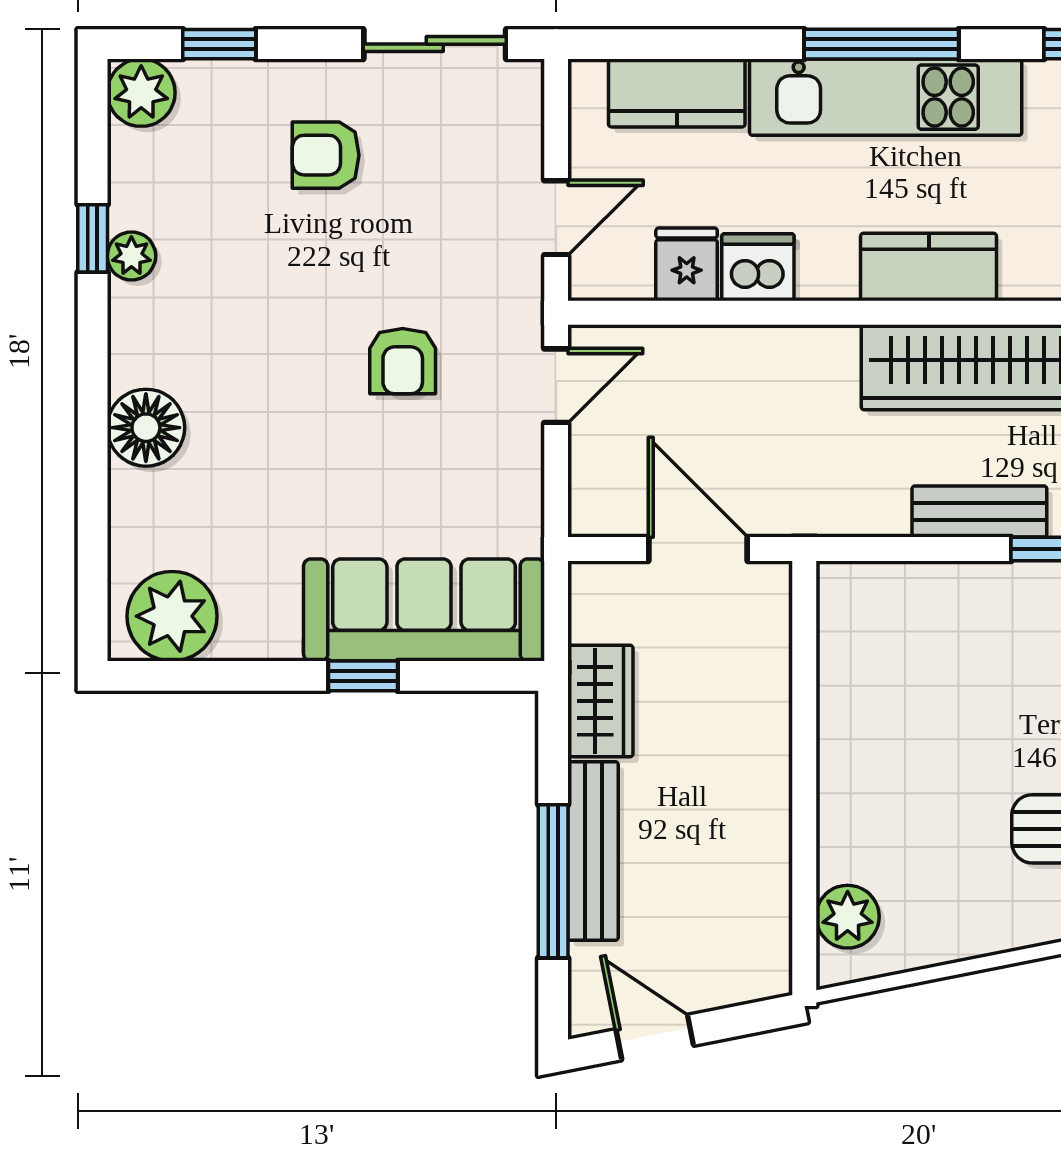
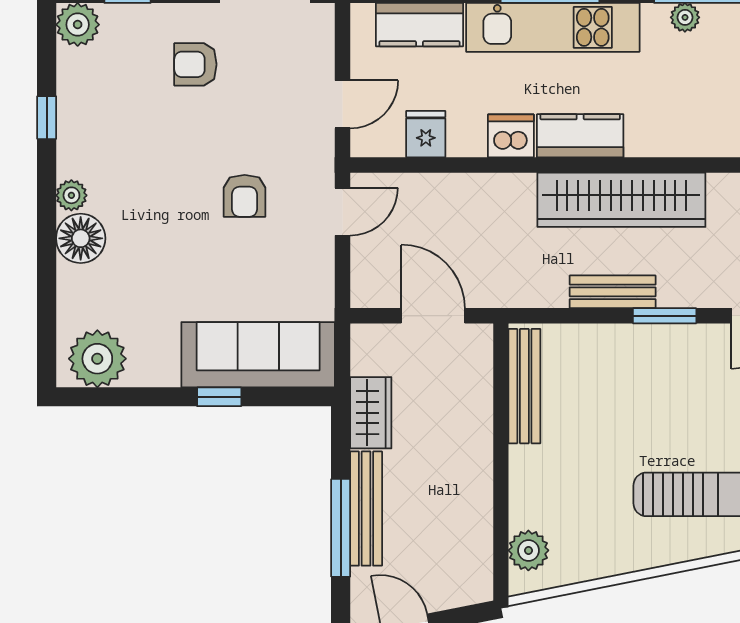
plant: (131, 256) -> (71, 195), moved
dishwasher: (758, 267) -> (511, 136), moved
bench: (841, 659) -> (524, 386), added

